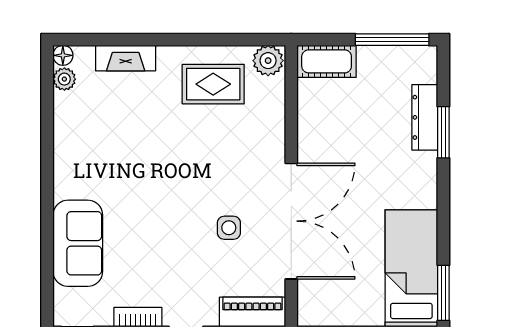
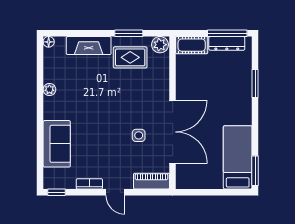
window: (210, 40) -> (129, 33), added
fireplace: (126, 58) -> (89, 46), width x1.37, depth x1.32
plant: (64, 79) -> (49, 90), moved
dresser: (425, 117) -> (227, 43), moved, turned -90

